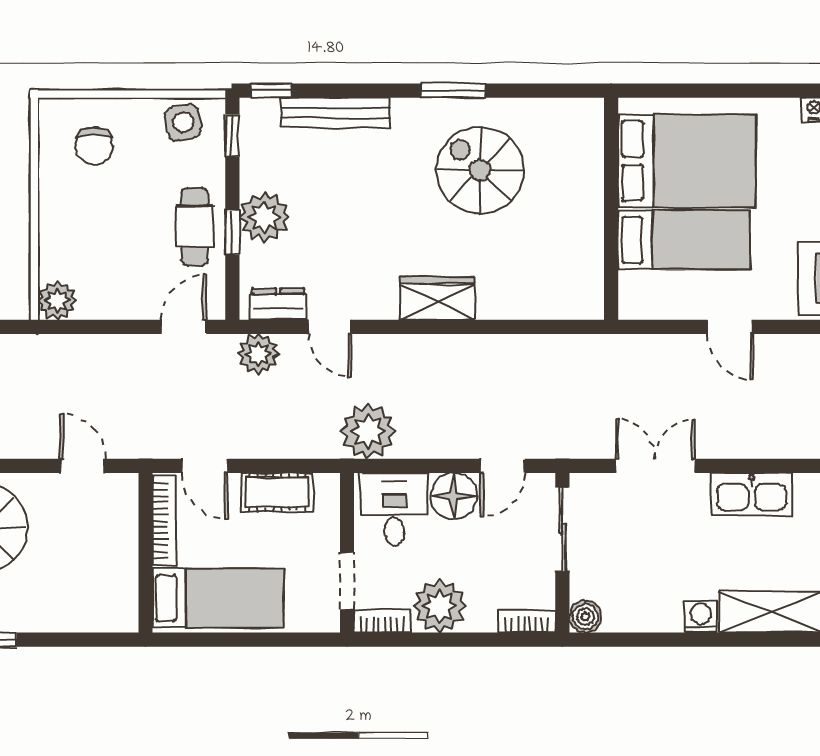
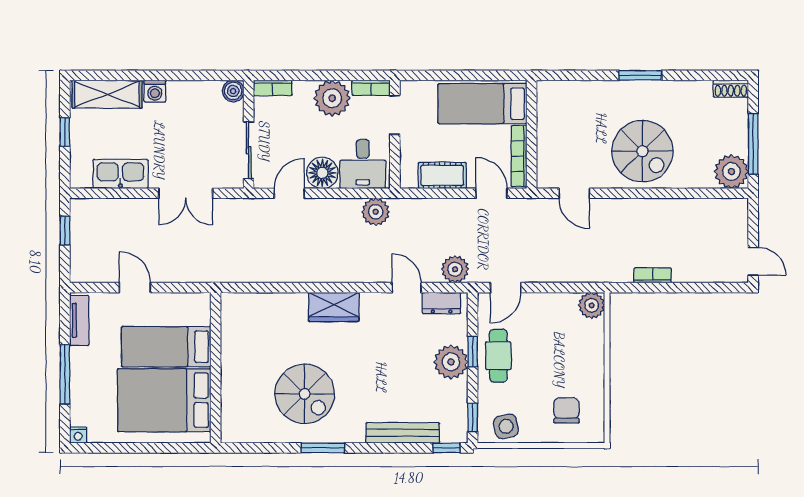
plant: (368, 431) -> (376, 212), width x0.73, depth x0.73

